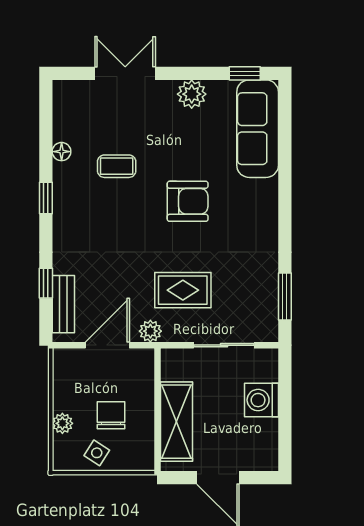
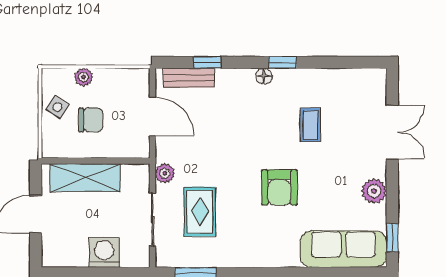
floor lamp: (62, 152) -> (264, 76), moved
rug: (183, 290) -> (200, 212), moved
plant: (150, 331) -> (165, 173), moved

